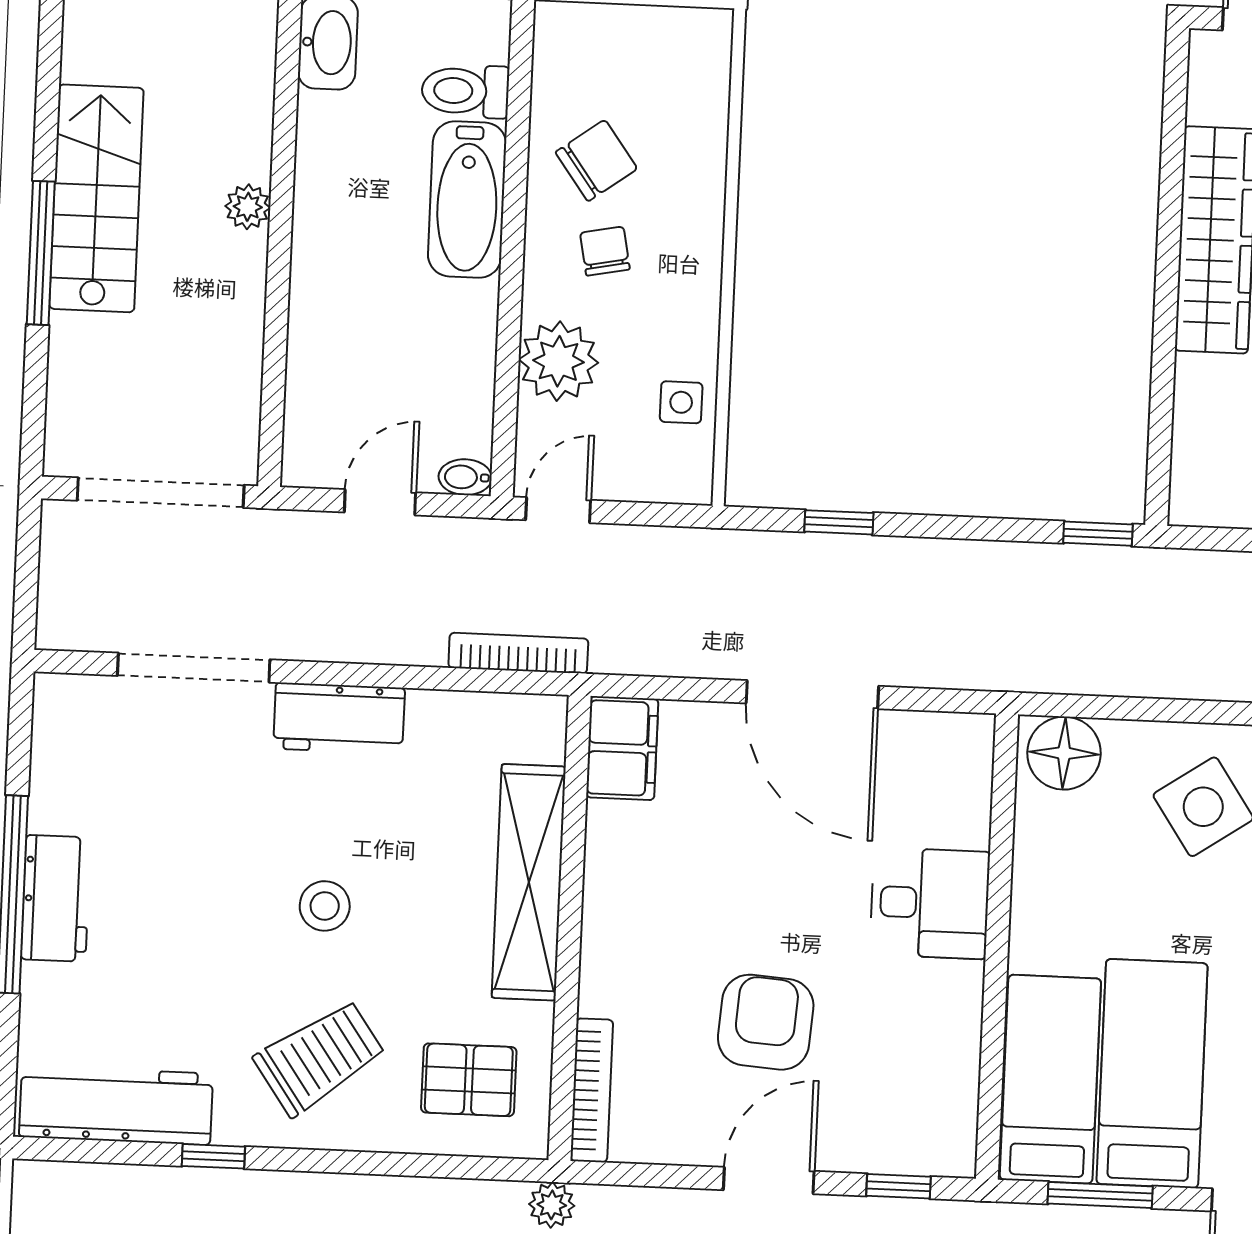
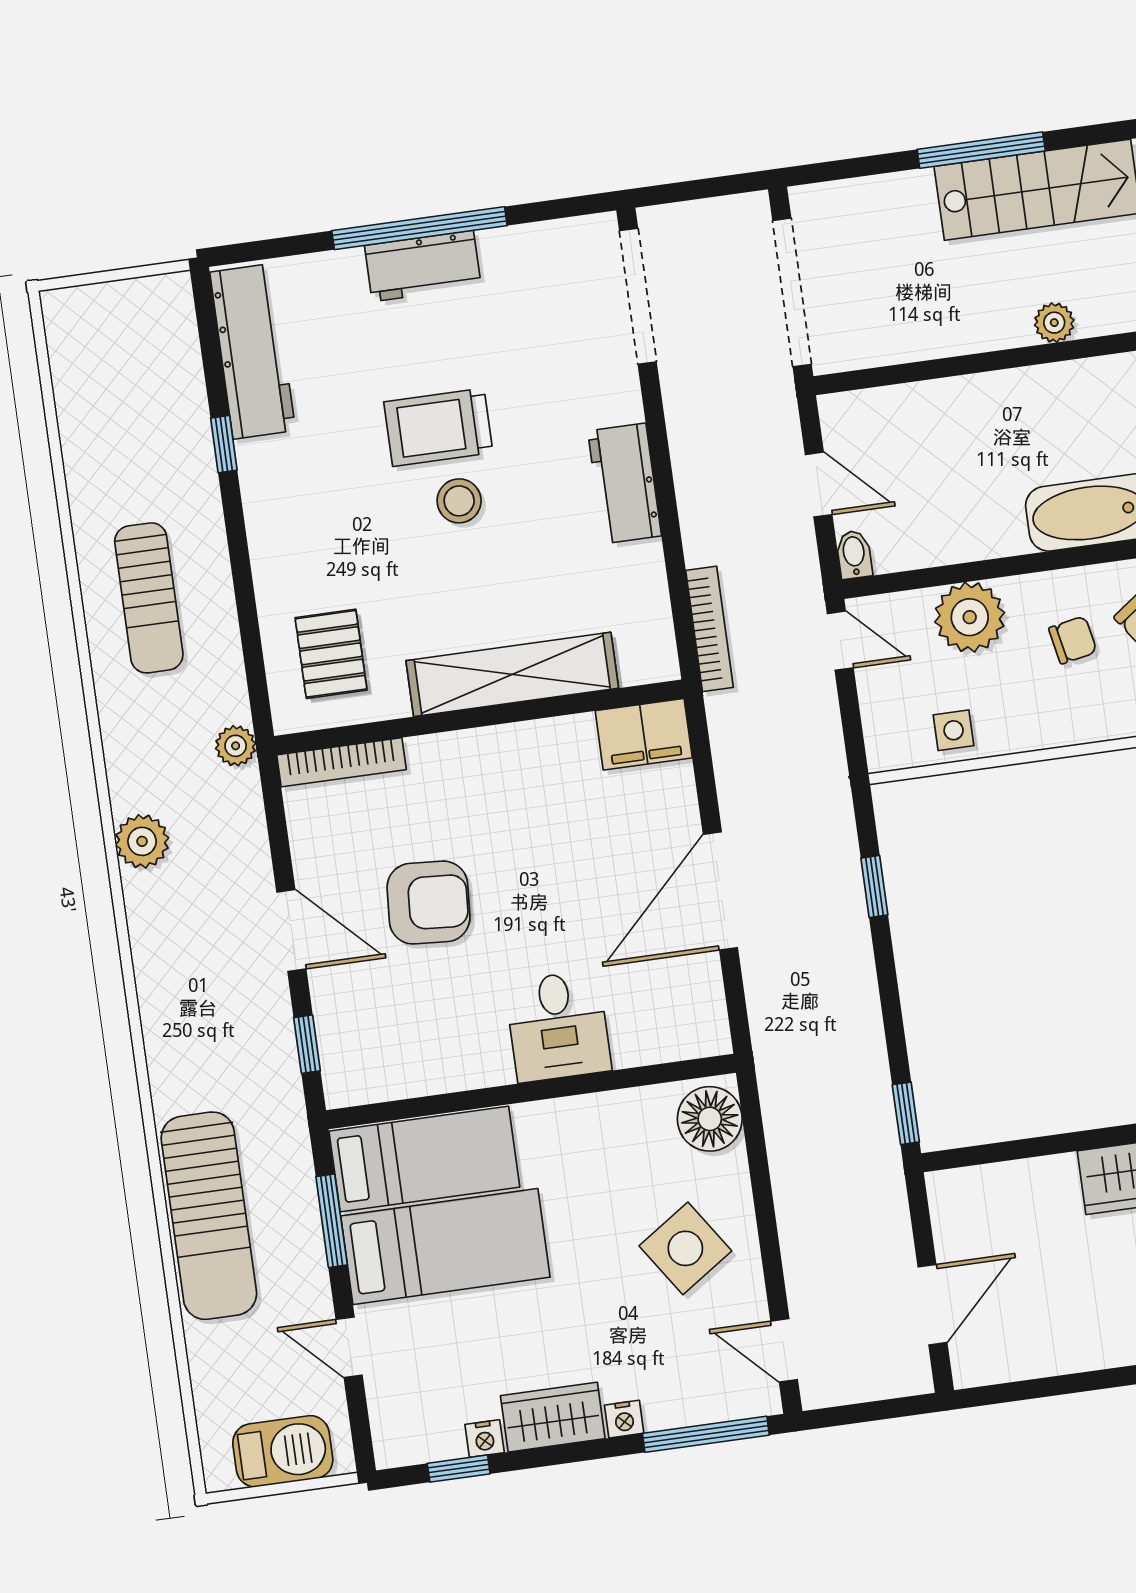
doorway: (194, 668) -> (638, 296), moved
trolley: (320, 1058) -> (438, 427), moved, turned 125

